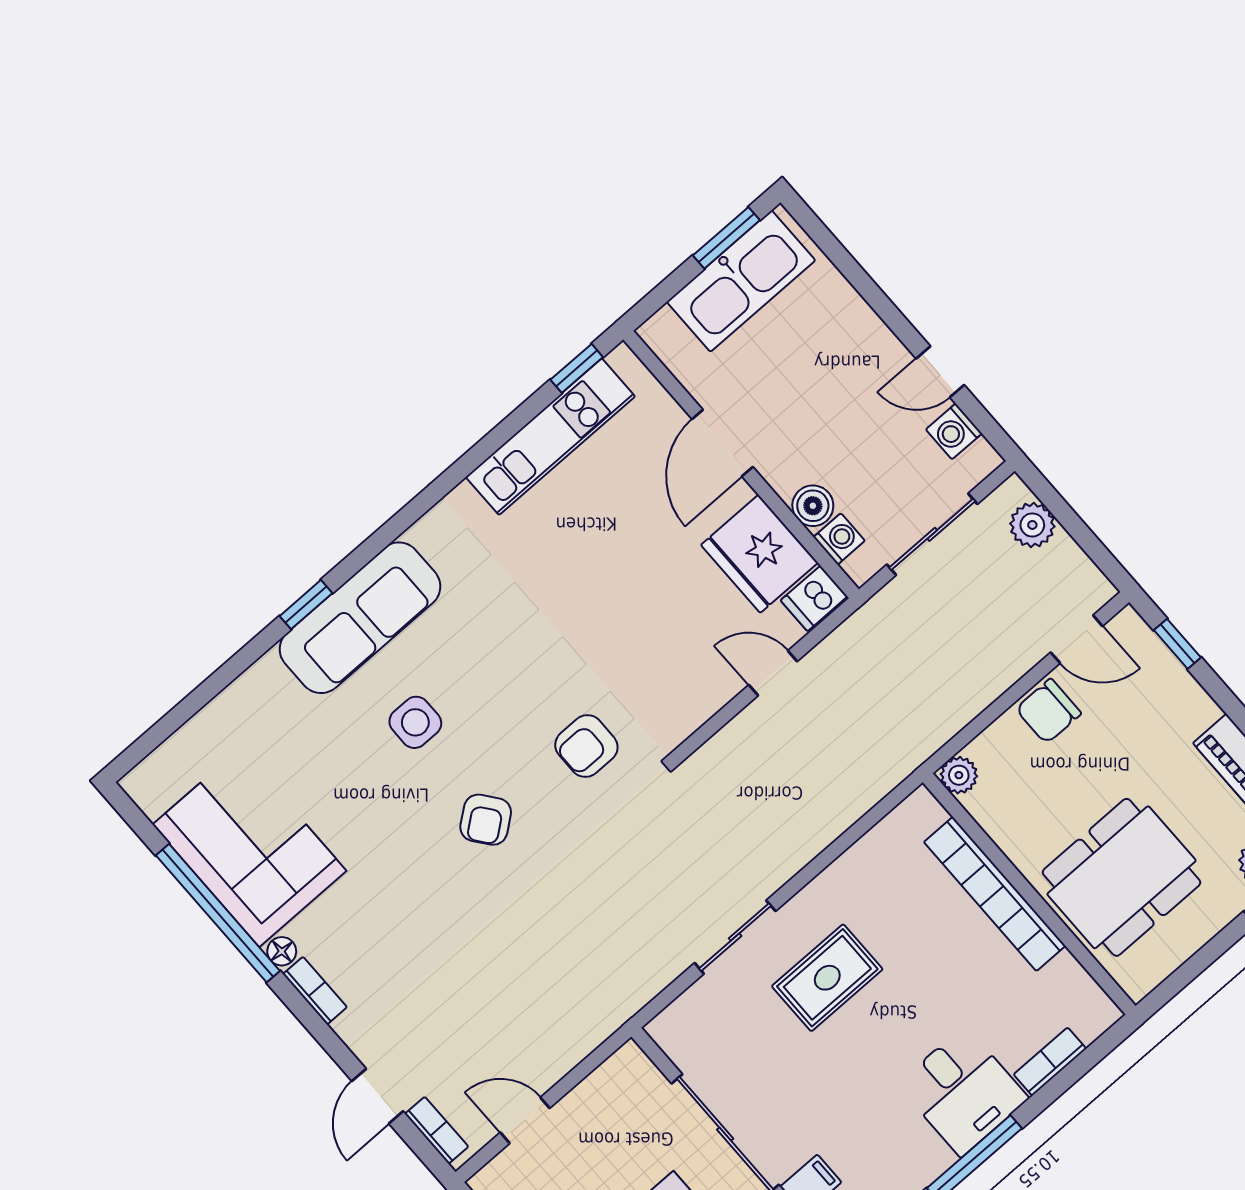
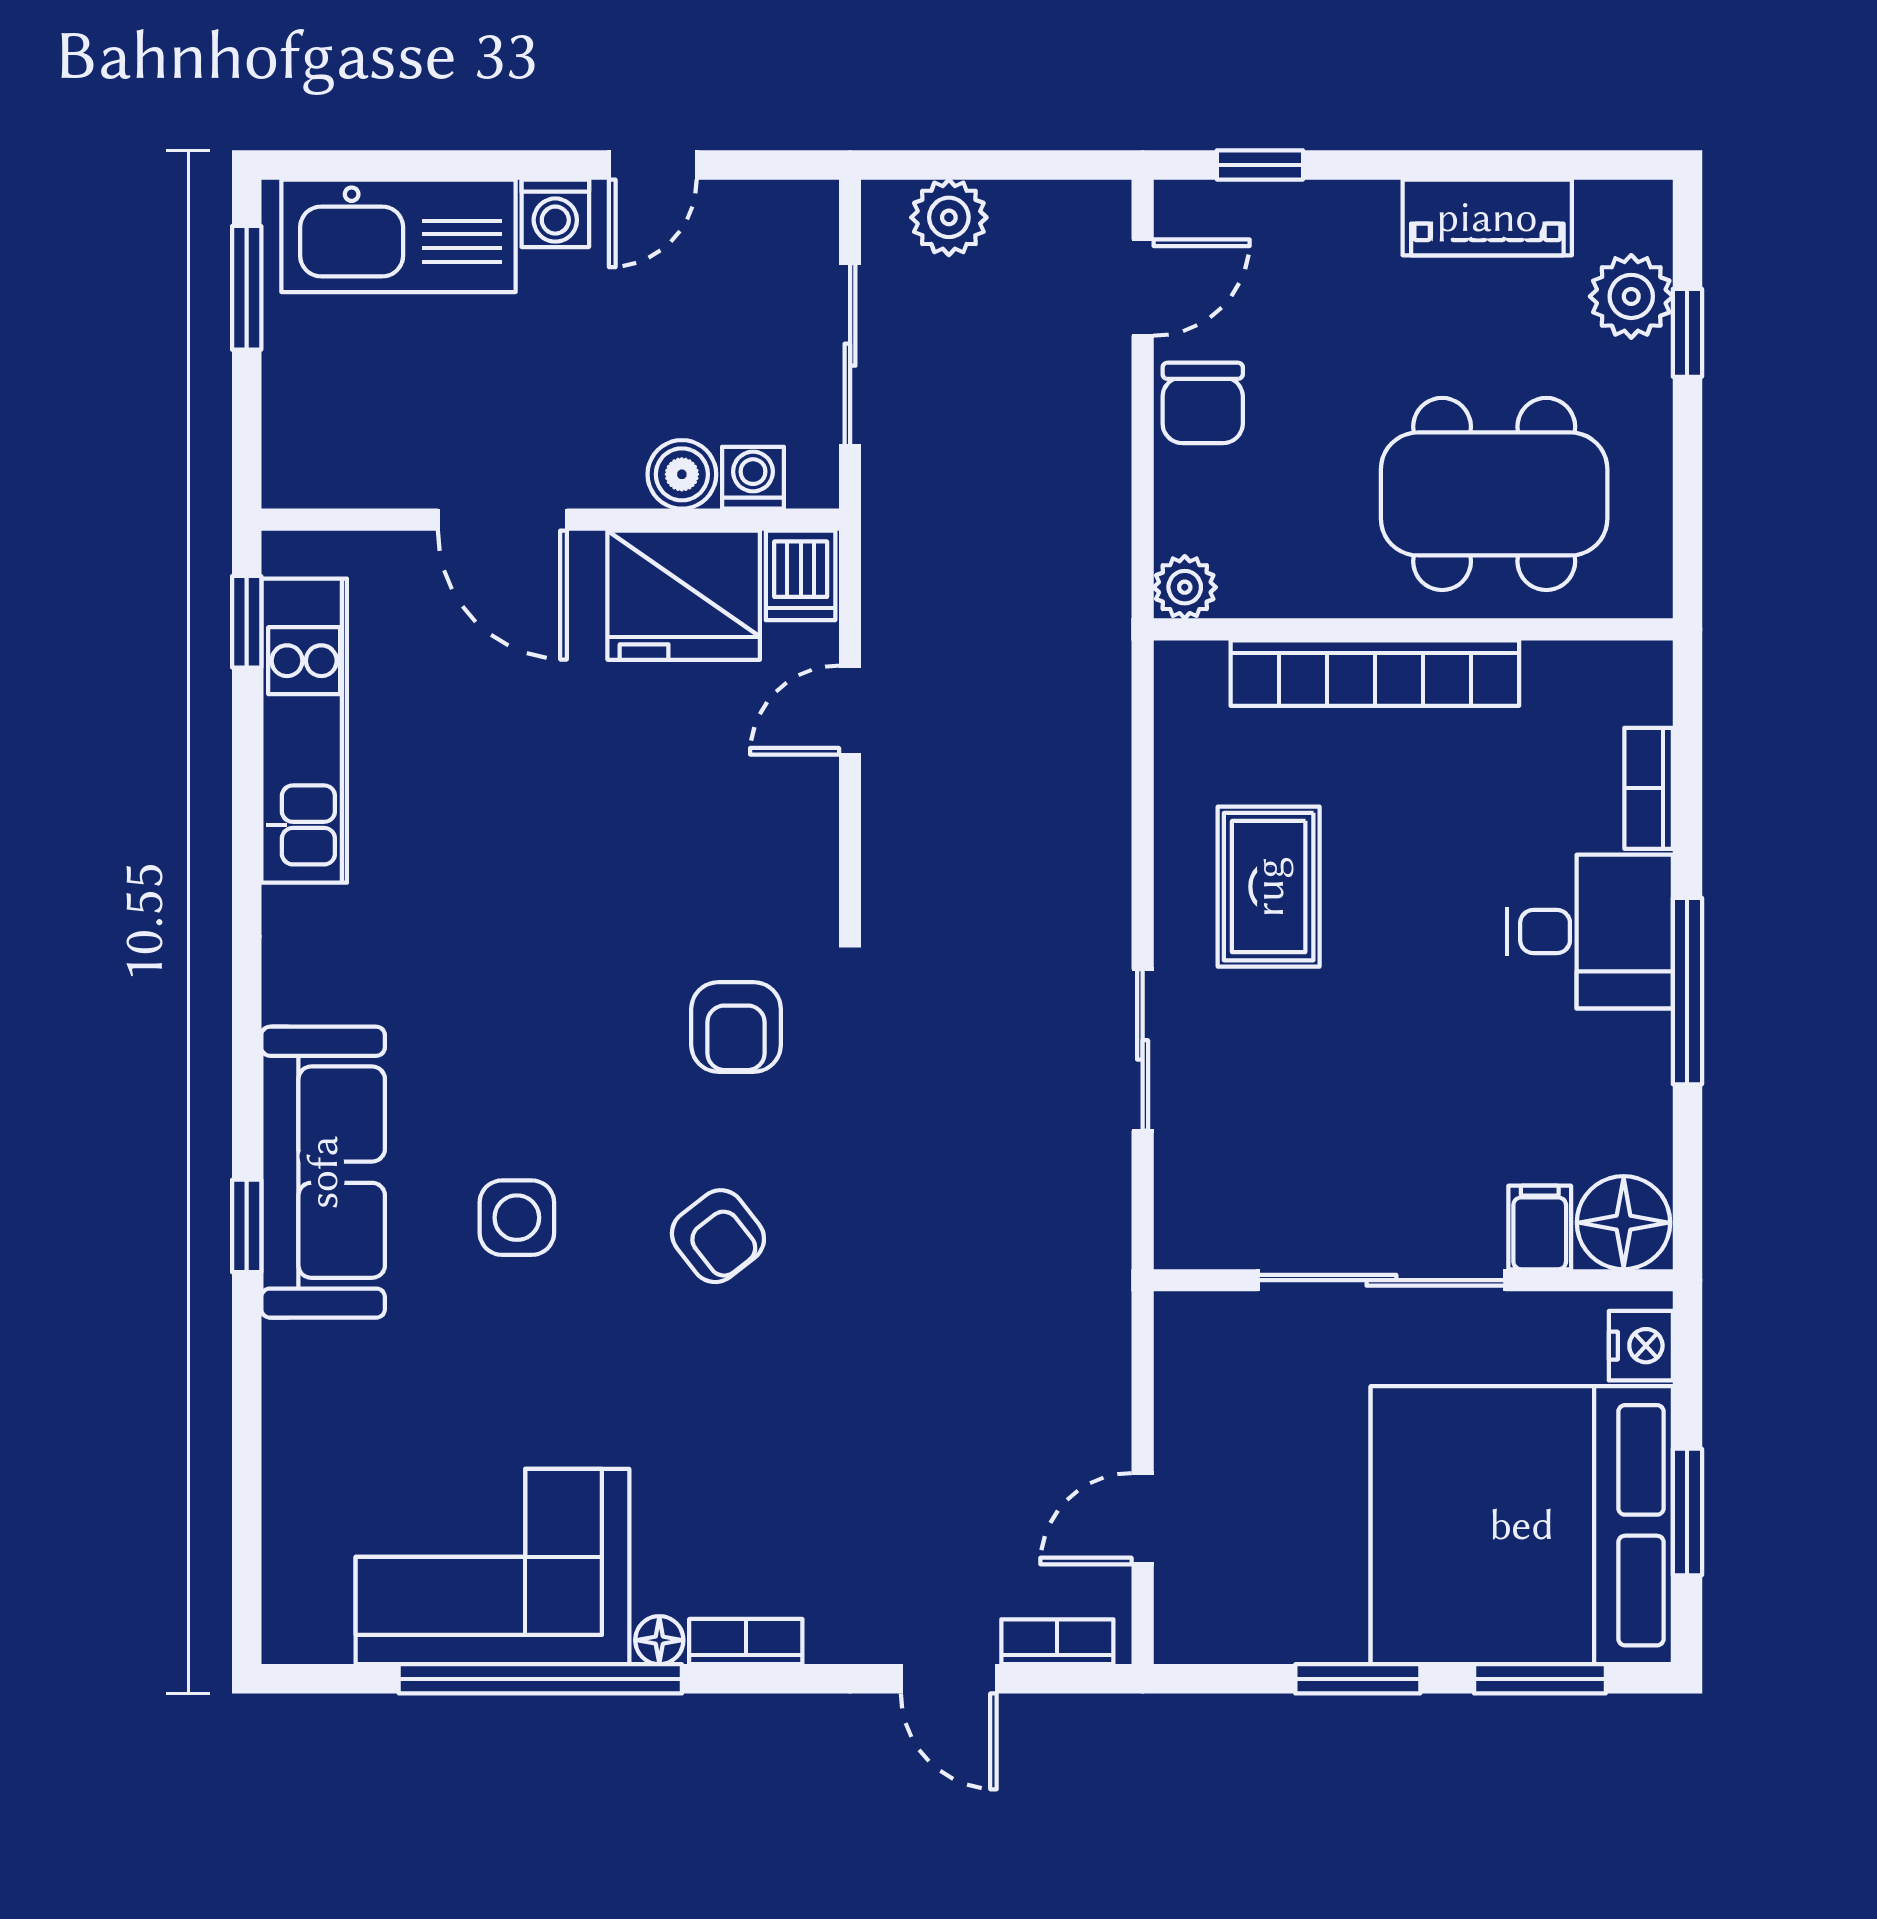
kitchen sink: (741, 281) -> (399, 236), moved, turned 90
washing machine: (954, 431) -> (555, 213), moved
dining table: (1122, 877) -> (1494, 494), turned 90
rug: (827, 978) -> (1269, 887), moved

